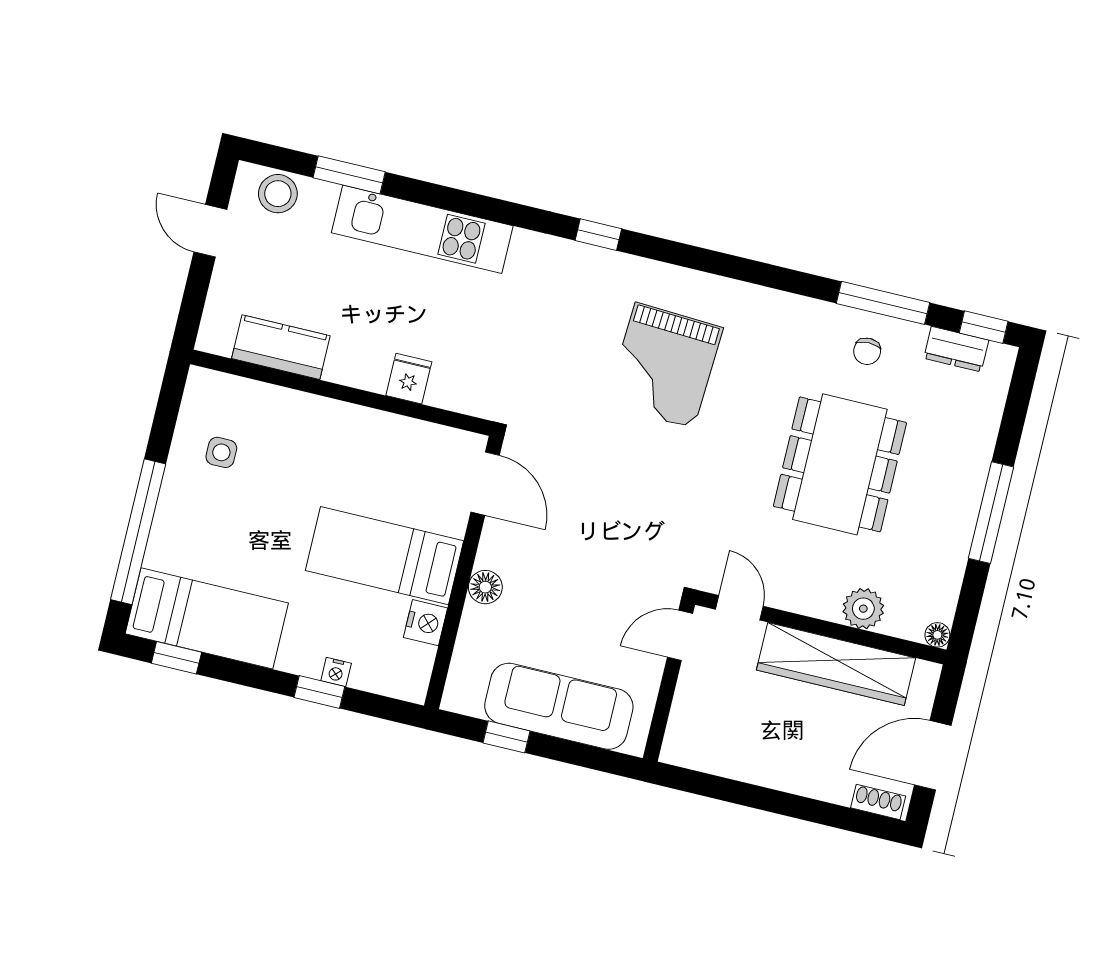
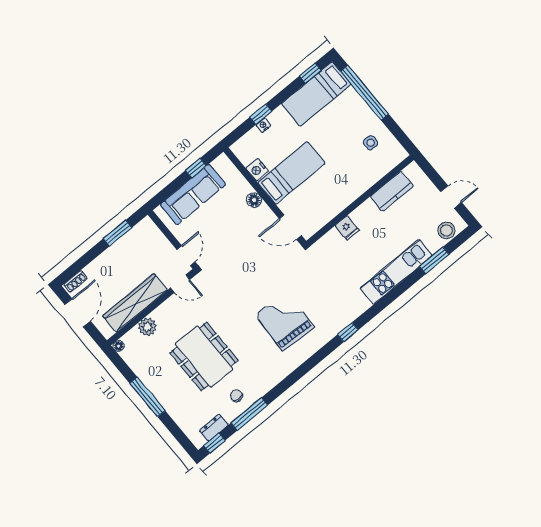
window: (732, 791) -> (118, 233), added

